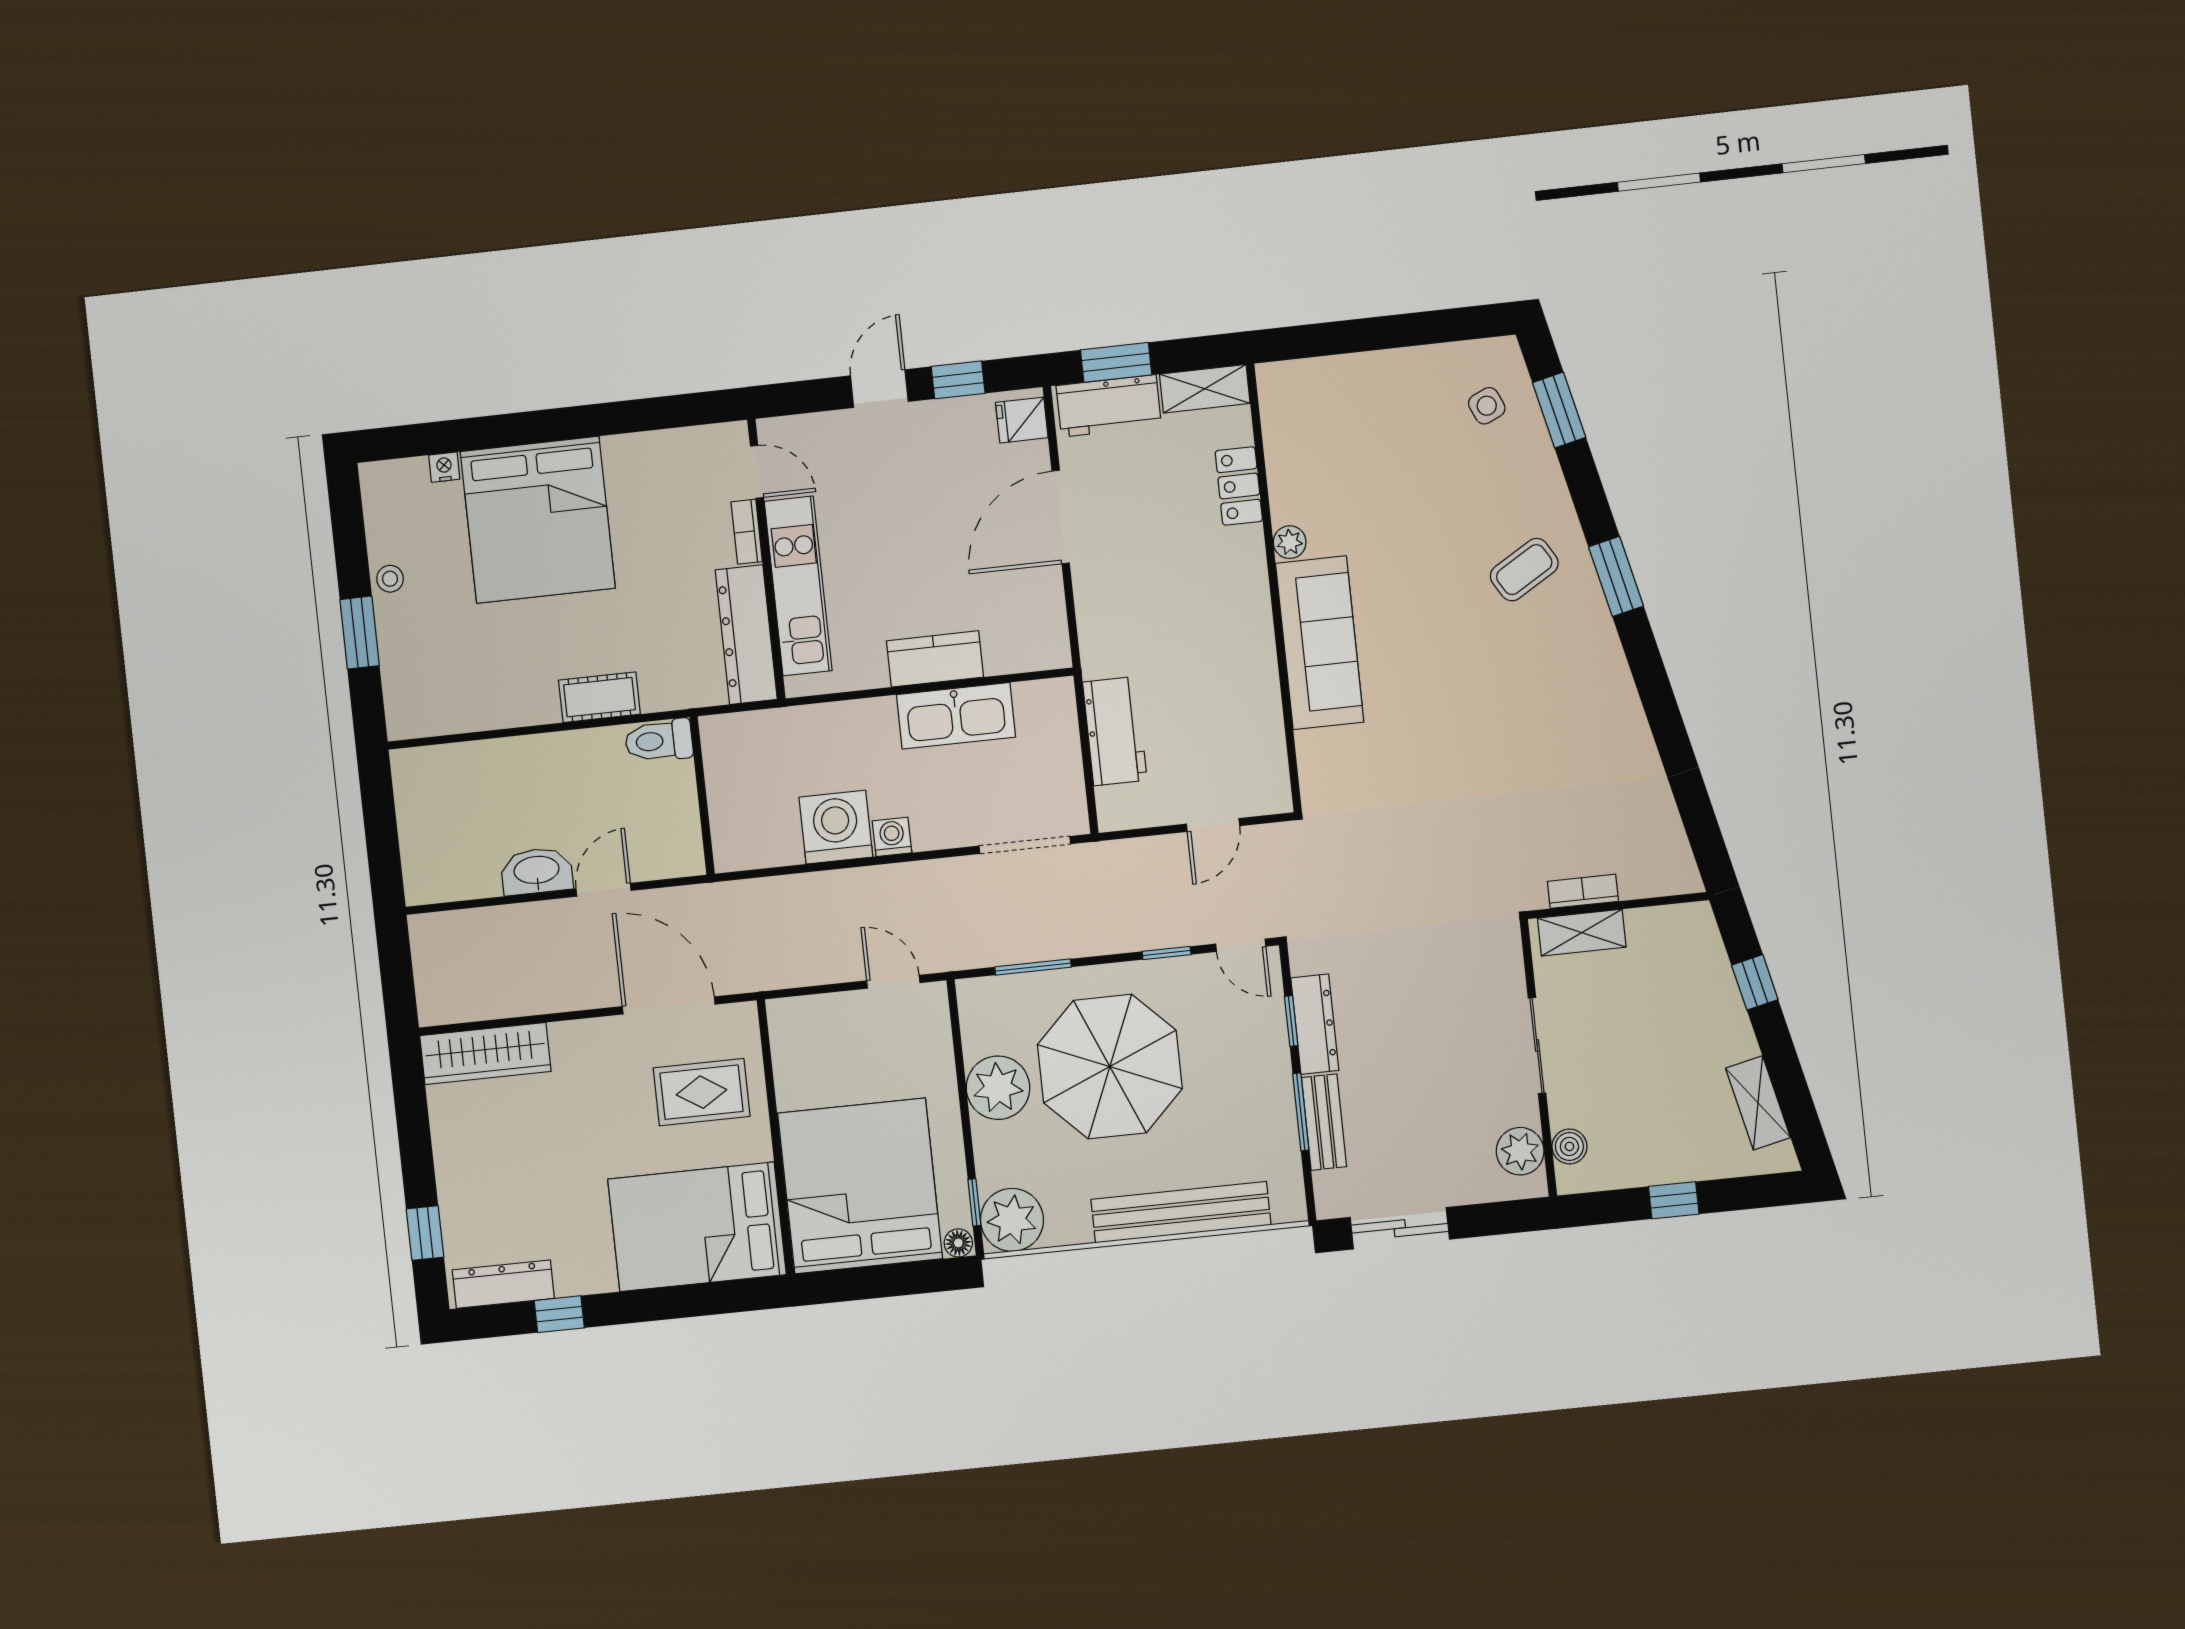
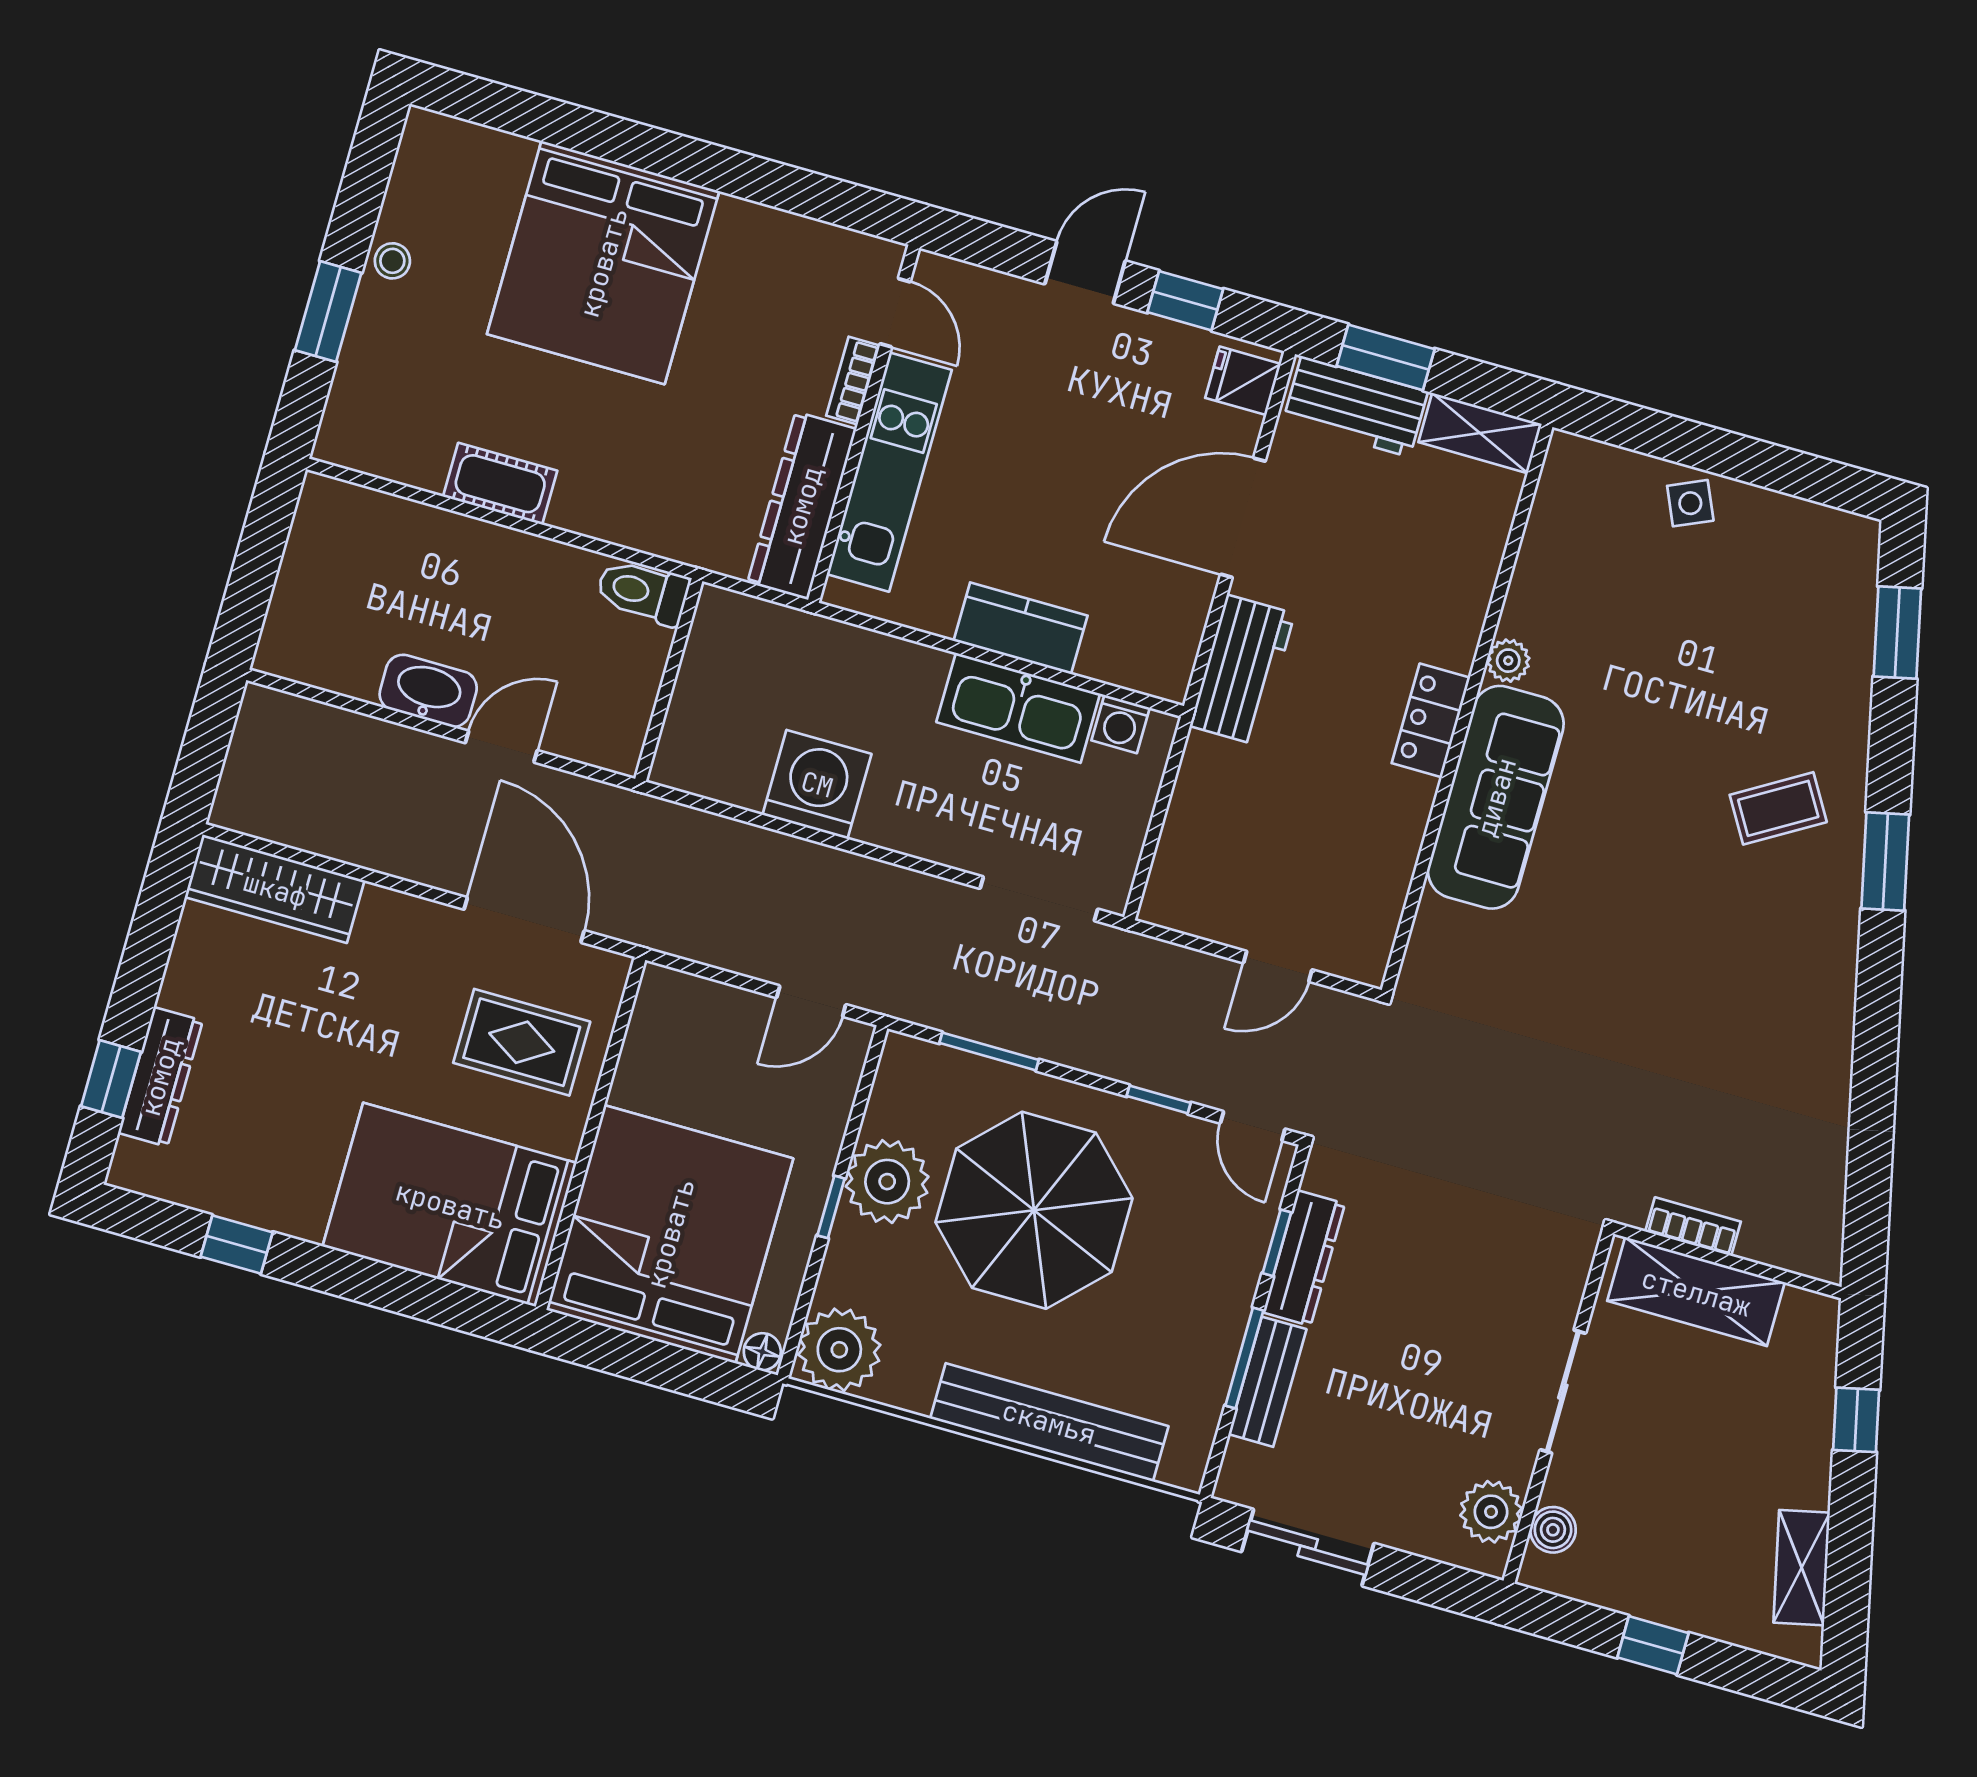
side table: (1487, 406) -> (1690, 503), moved
nightstand: (444, 467) -> (514, 152), removed
locker: (1239, 486) -> (1431, 720), moved
cot: (599, 697) -> (500, 484), moved
workbench: (1115, 731) -> (1242, 670), moved
washing machine: (892, 837) -> (1121, 724), moved, turned 180
shelving: (1582, 933) -> (1696, 1292), width x1.50, depth x1.33
door: (893, 982) -> (811, 1001), swing flipped
window: (974, 1202) -> (831, 1207), moved
dresser: (503, 1284) -> (160, 1077), moved, turned 90

